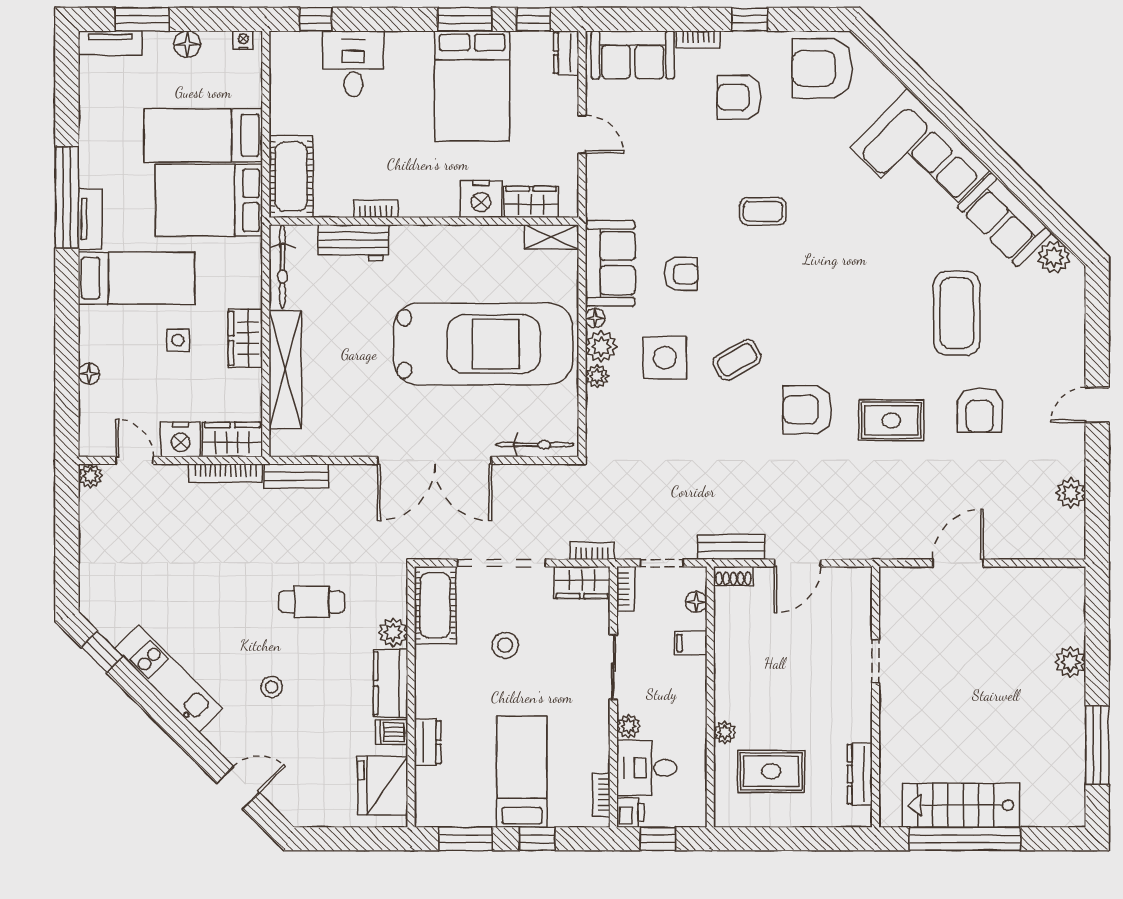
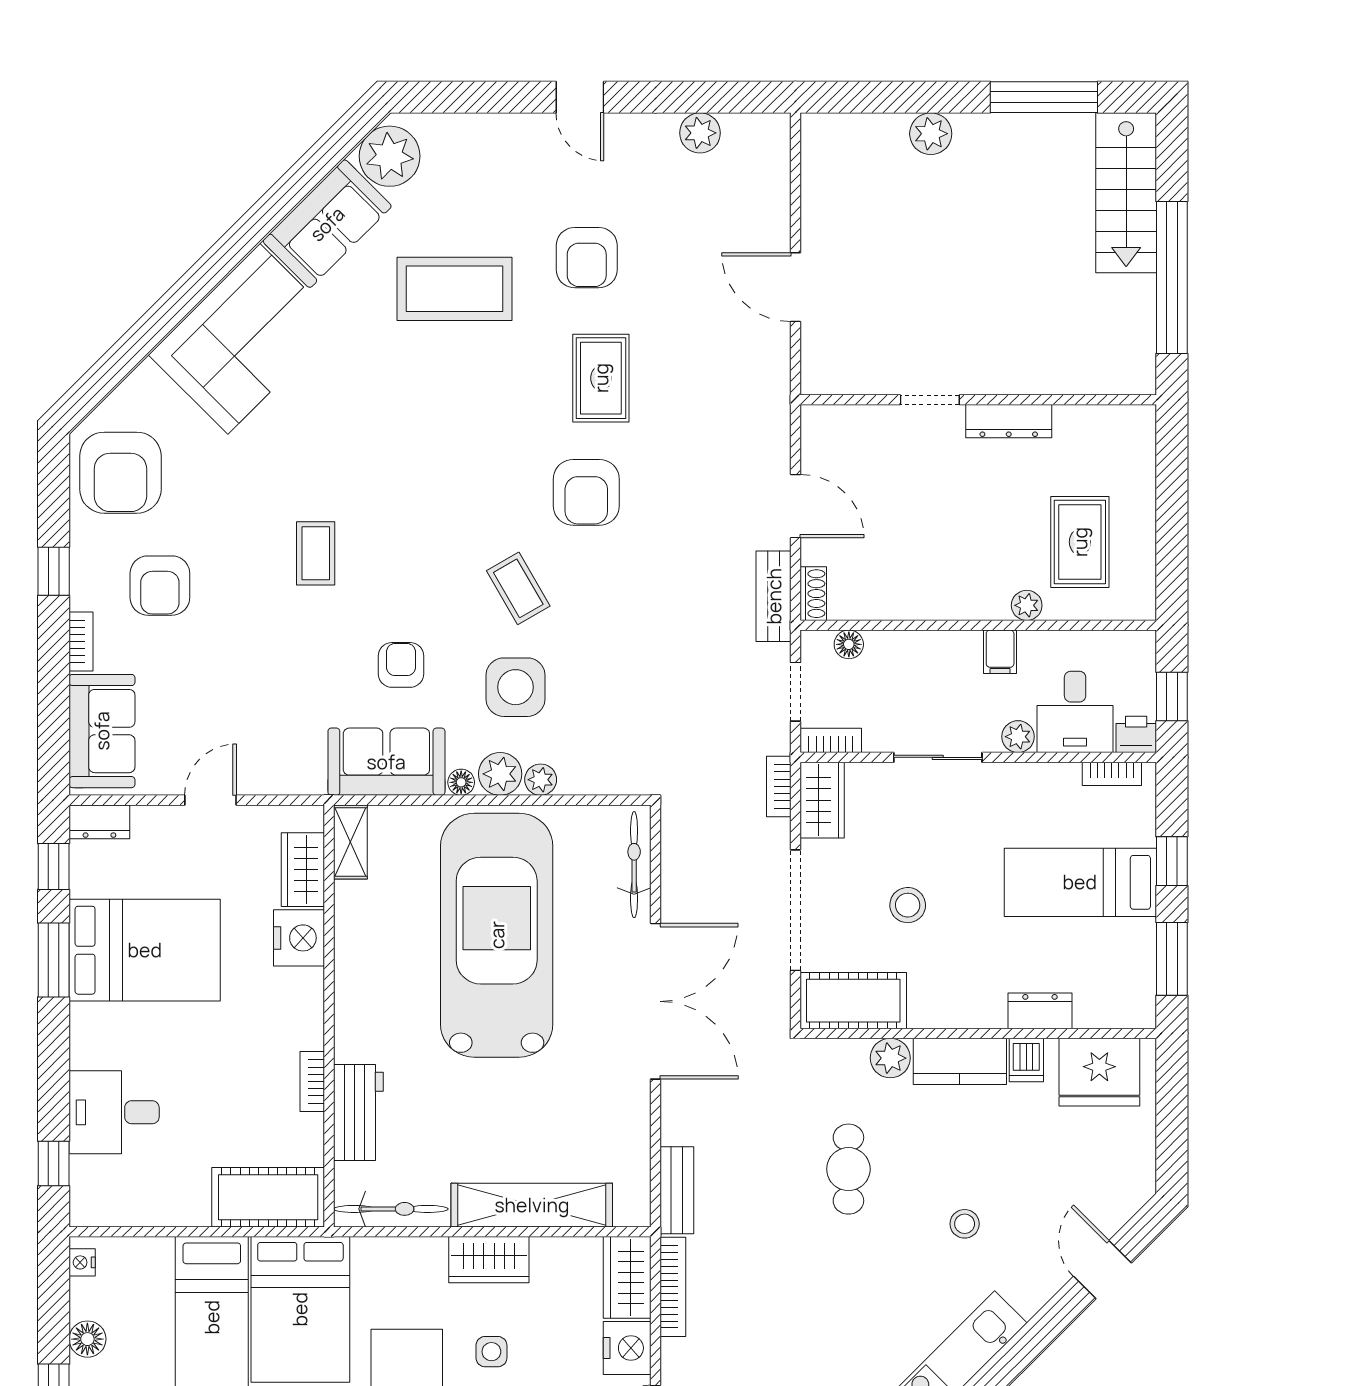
plant: (1054, 257) -> (390, 156), width x1.36, depth x1.36
armchair: (980, 410) -> (587, 258), turned 90
filing cabinet: (691, 643) -> (1000, 652), moved
dresser: (860, 774) -> (1009, 421), moved
stairs: (961, 805) -> (1126, 193), moved

